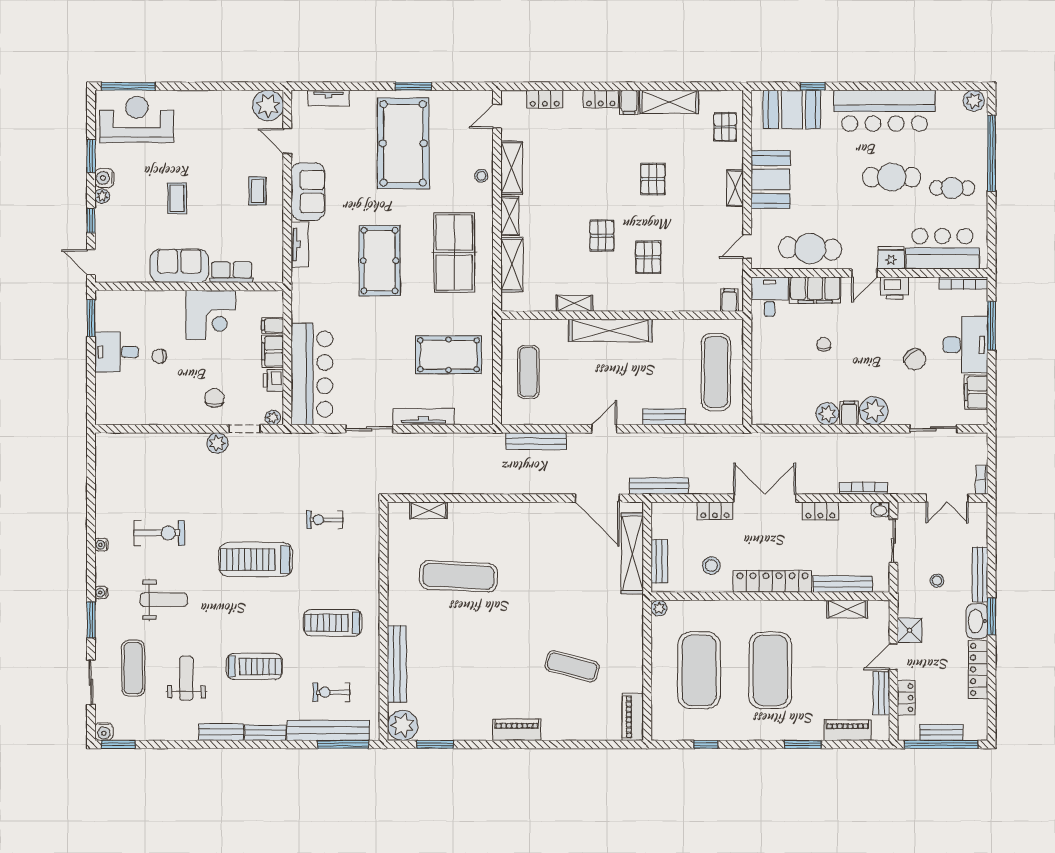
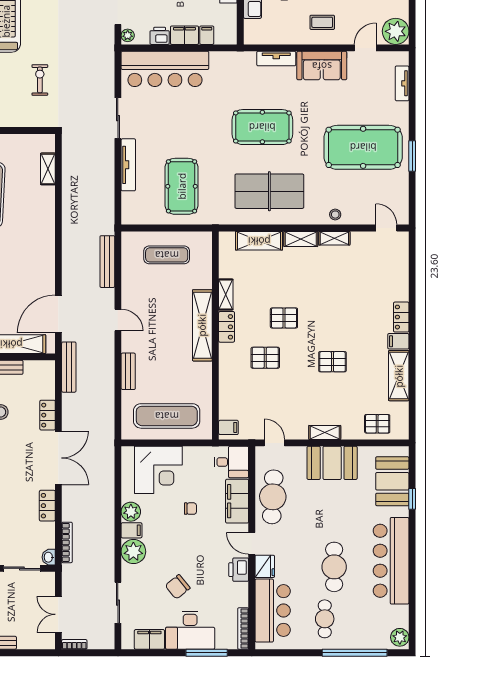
locker: (545, 99) -> (227, 327), moved, turned 180
shelving: (512, 168) -> (334, 238), width x0.67, depth x0.75
corner desk: (779, 382) -> (158, 470), added

